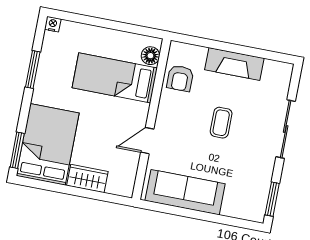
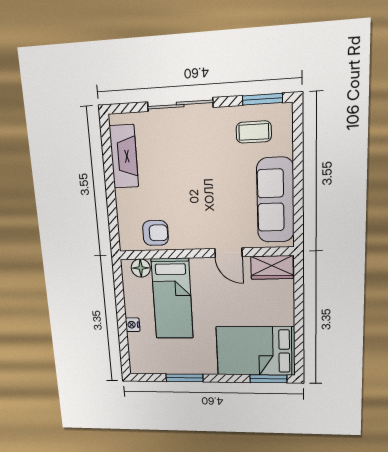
nightstand: (53, 24) -> (133, 325), moved
fireplace: (234, 64) -> (124, 156), moved
coffee table: (221, 123) -> (254, 132), moved
wardrobe: (87, 178) -> (272, 267), moved, turned -90

